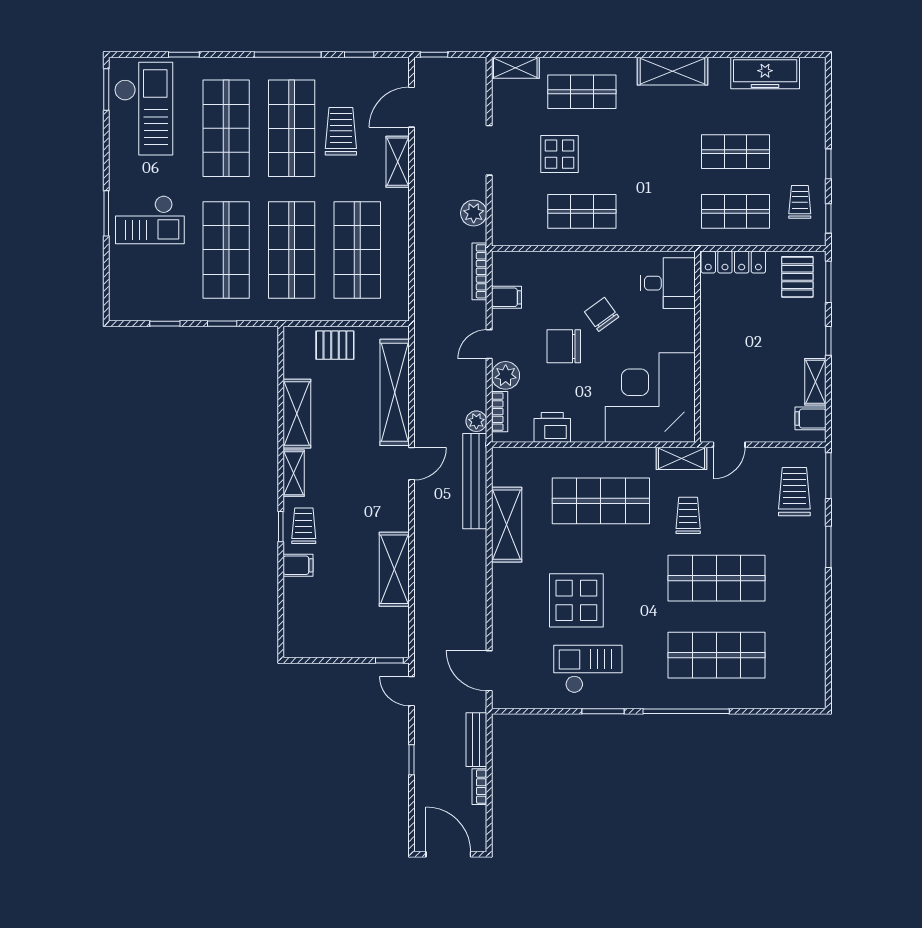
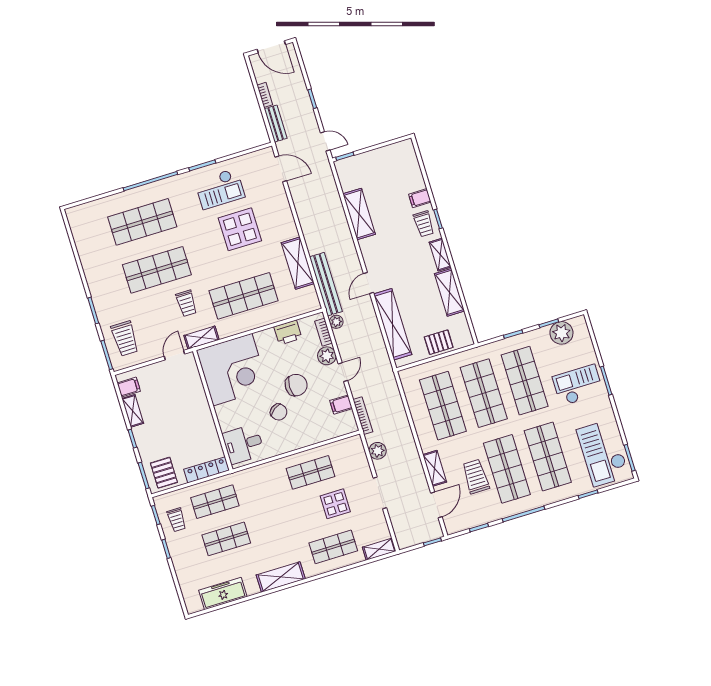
trolley: (341, 131) -> (476, 476), turned 180
plant: (150, 304) -> (561, 333), added

